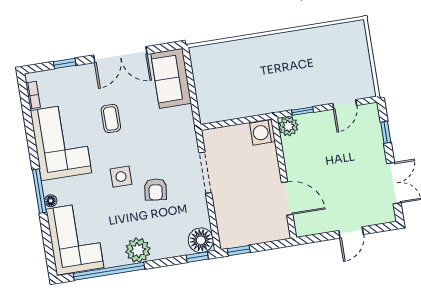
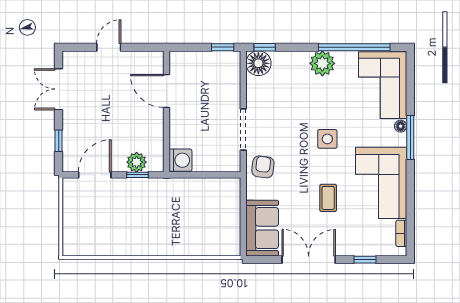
door: (345, 104) -> (95, 175), width x1.38
plant: (288, 126) -> (137, 162), moved
armchair: (156, 189) -> (263, 167), moved

